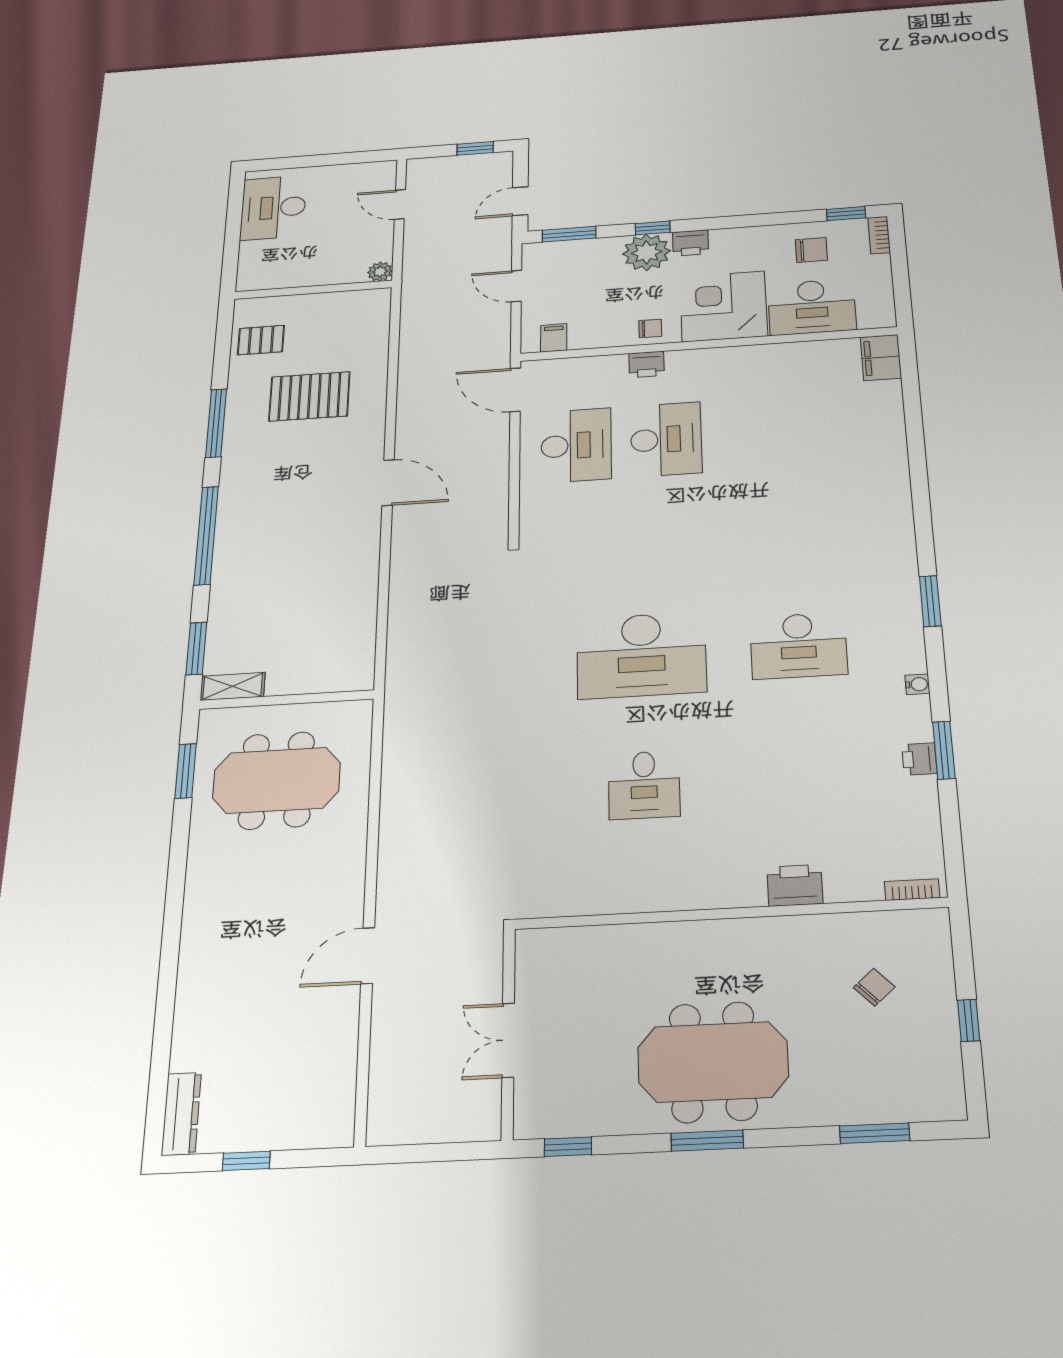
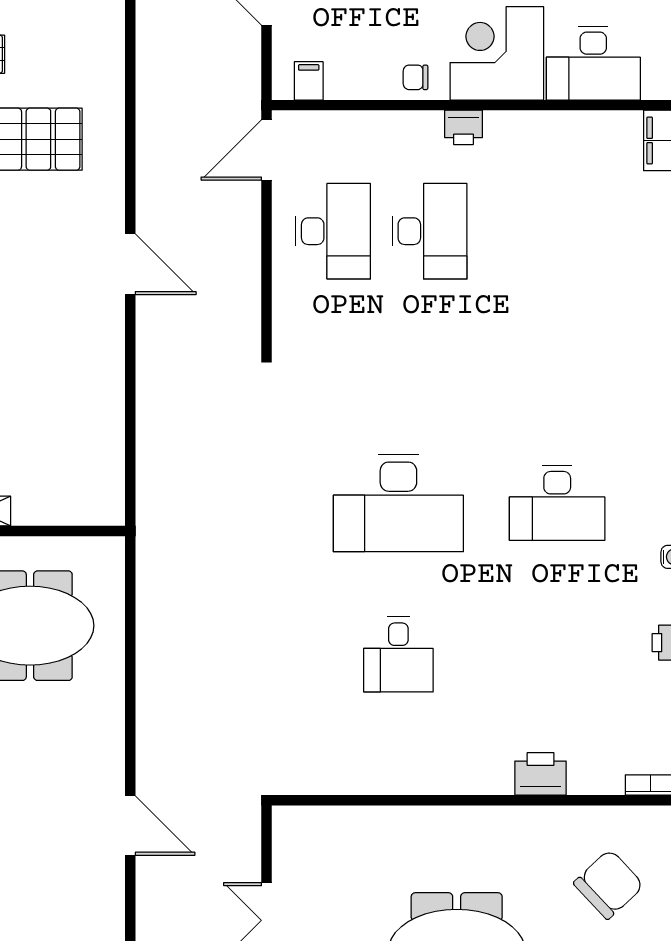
chair: (650, 328) -> (416, 77), turned 180
printer: (647, 364) -> (464, 127), moved
door: (515, 390) -> (267, 150), hinge flipped
door: (368, 956) -> (130, 826), swing flipped
chair: (874, 987) -> (609, 884), width x1.87, depth x1.87

